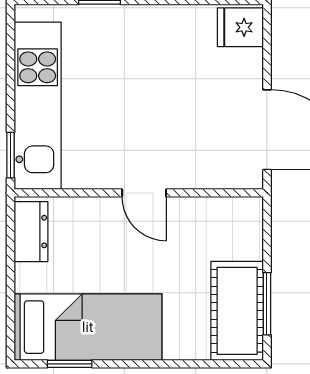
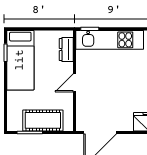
dresser: (31, 232) -> (66, 50), moved, turned 90
cot: (237, 311) -> (43, 120), moved

